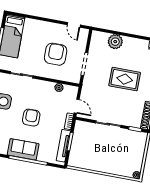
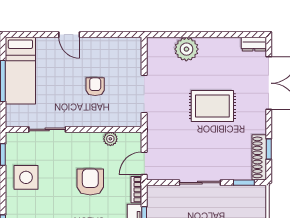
door: (74, 25) -> (69, 35), moved
armchair: (56, 54) -> (95, 87), width x0.53, depth x0.53
door: (77, 106) -> (144, 163), swing flipped
armchair: (31, 118) -> (90, 182), moved

